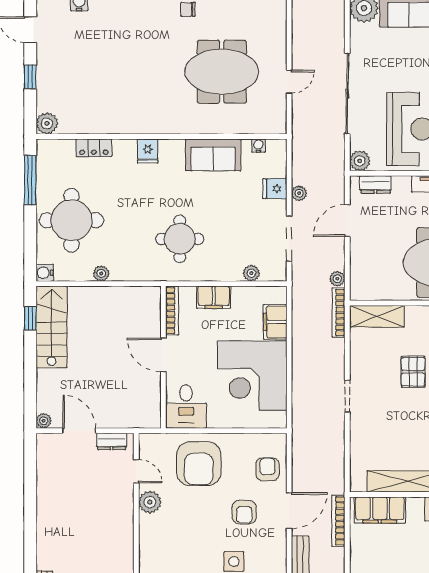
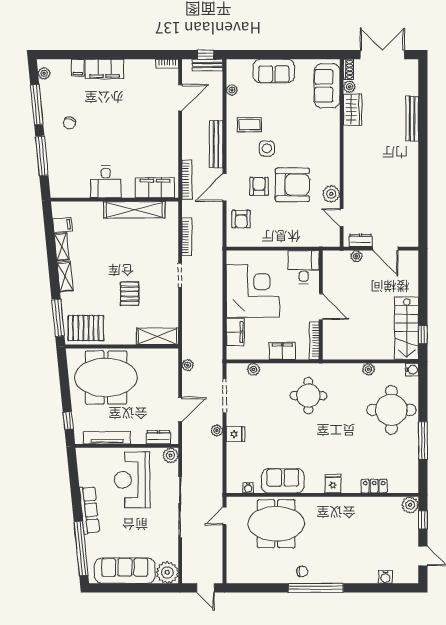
plant: (47, 123) -> (410, 505), moved
wall: (161, 137) -> (322, 495), moved
water cooler: (258, 146) -> (248, 488), moved
locker: (94, 148) -> (374, 486), moved
fridge: (148, 151) -> (333, 484), moved
sofa: (213, 155) -> (283, 481), moved
bookcase: (339, 313) -> (187, 237), moved
plant: (44, 421) -> (356, 256), moved
armchair: (199, 464) -> (292, 185), moved, turned 90

